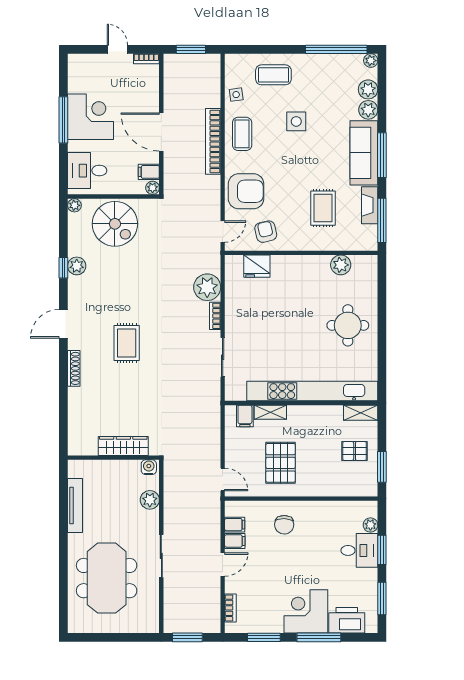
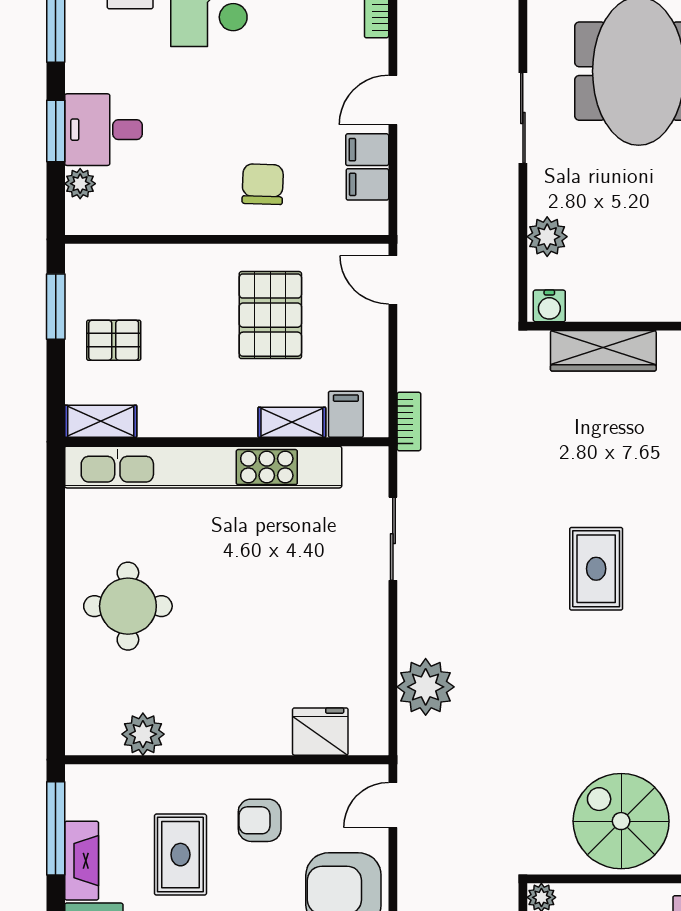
armchair: (266, 232) -> (260, 820), moved, turned 103
bookcase: (215, 316) -> (409, 421), moved

